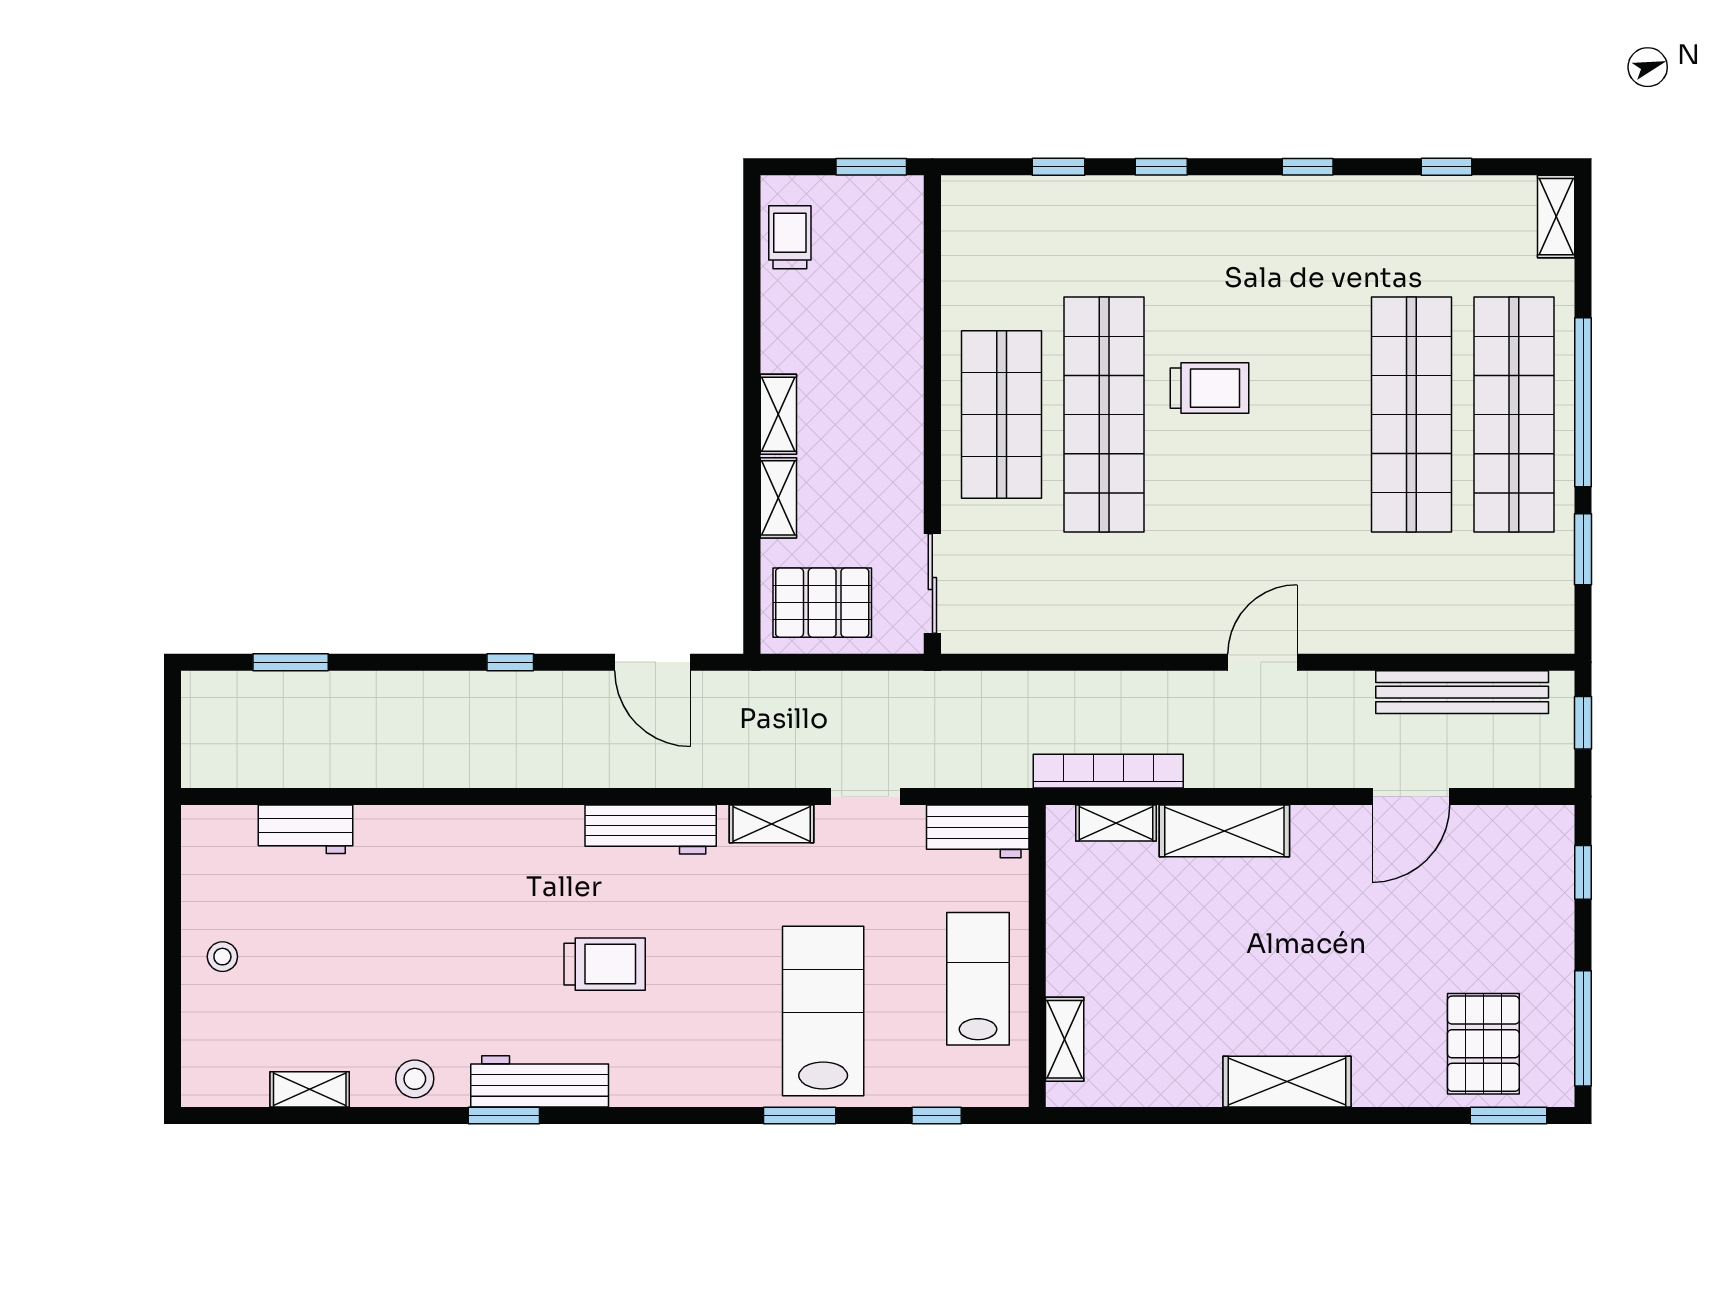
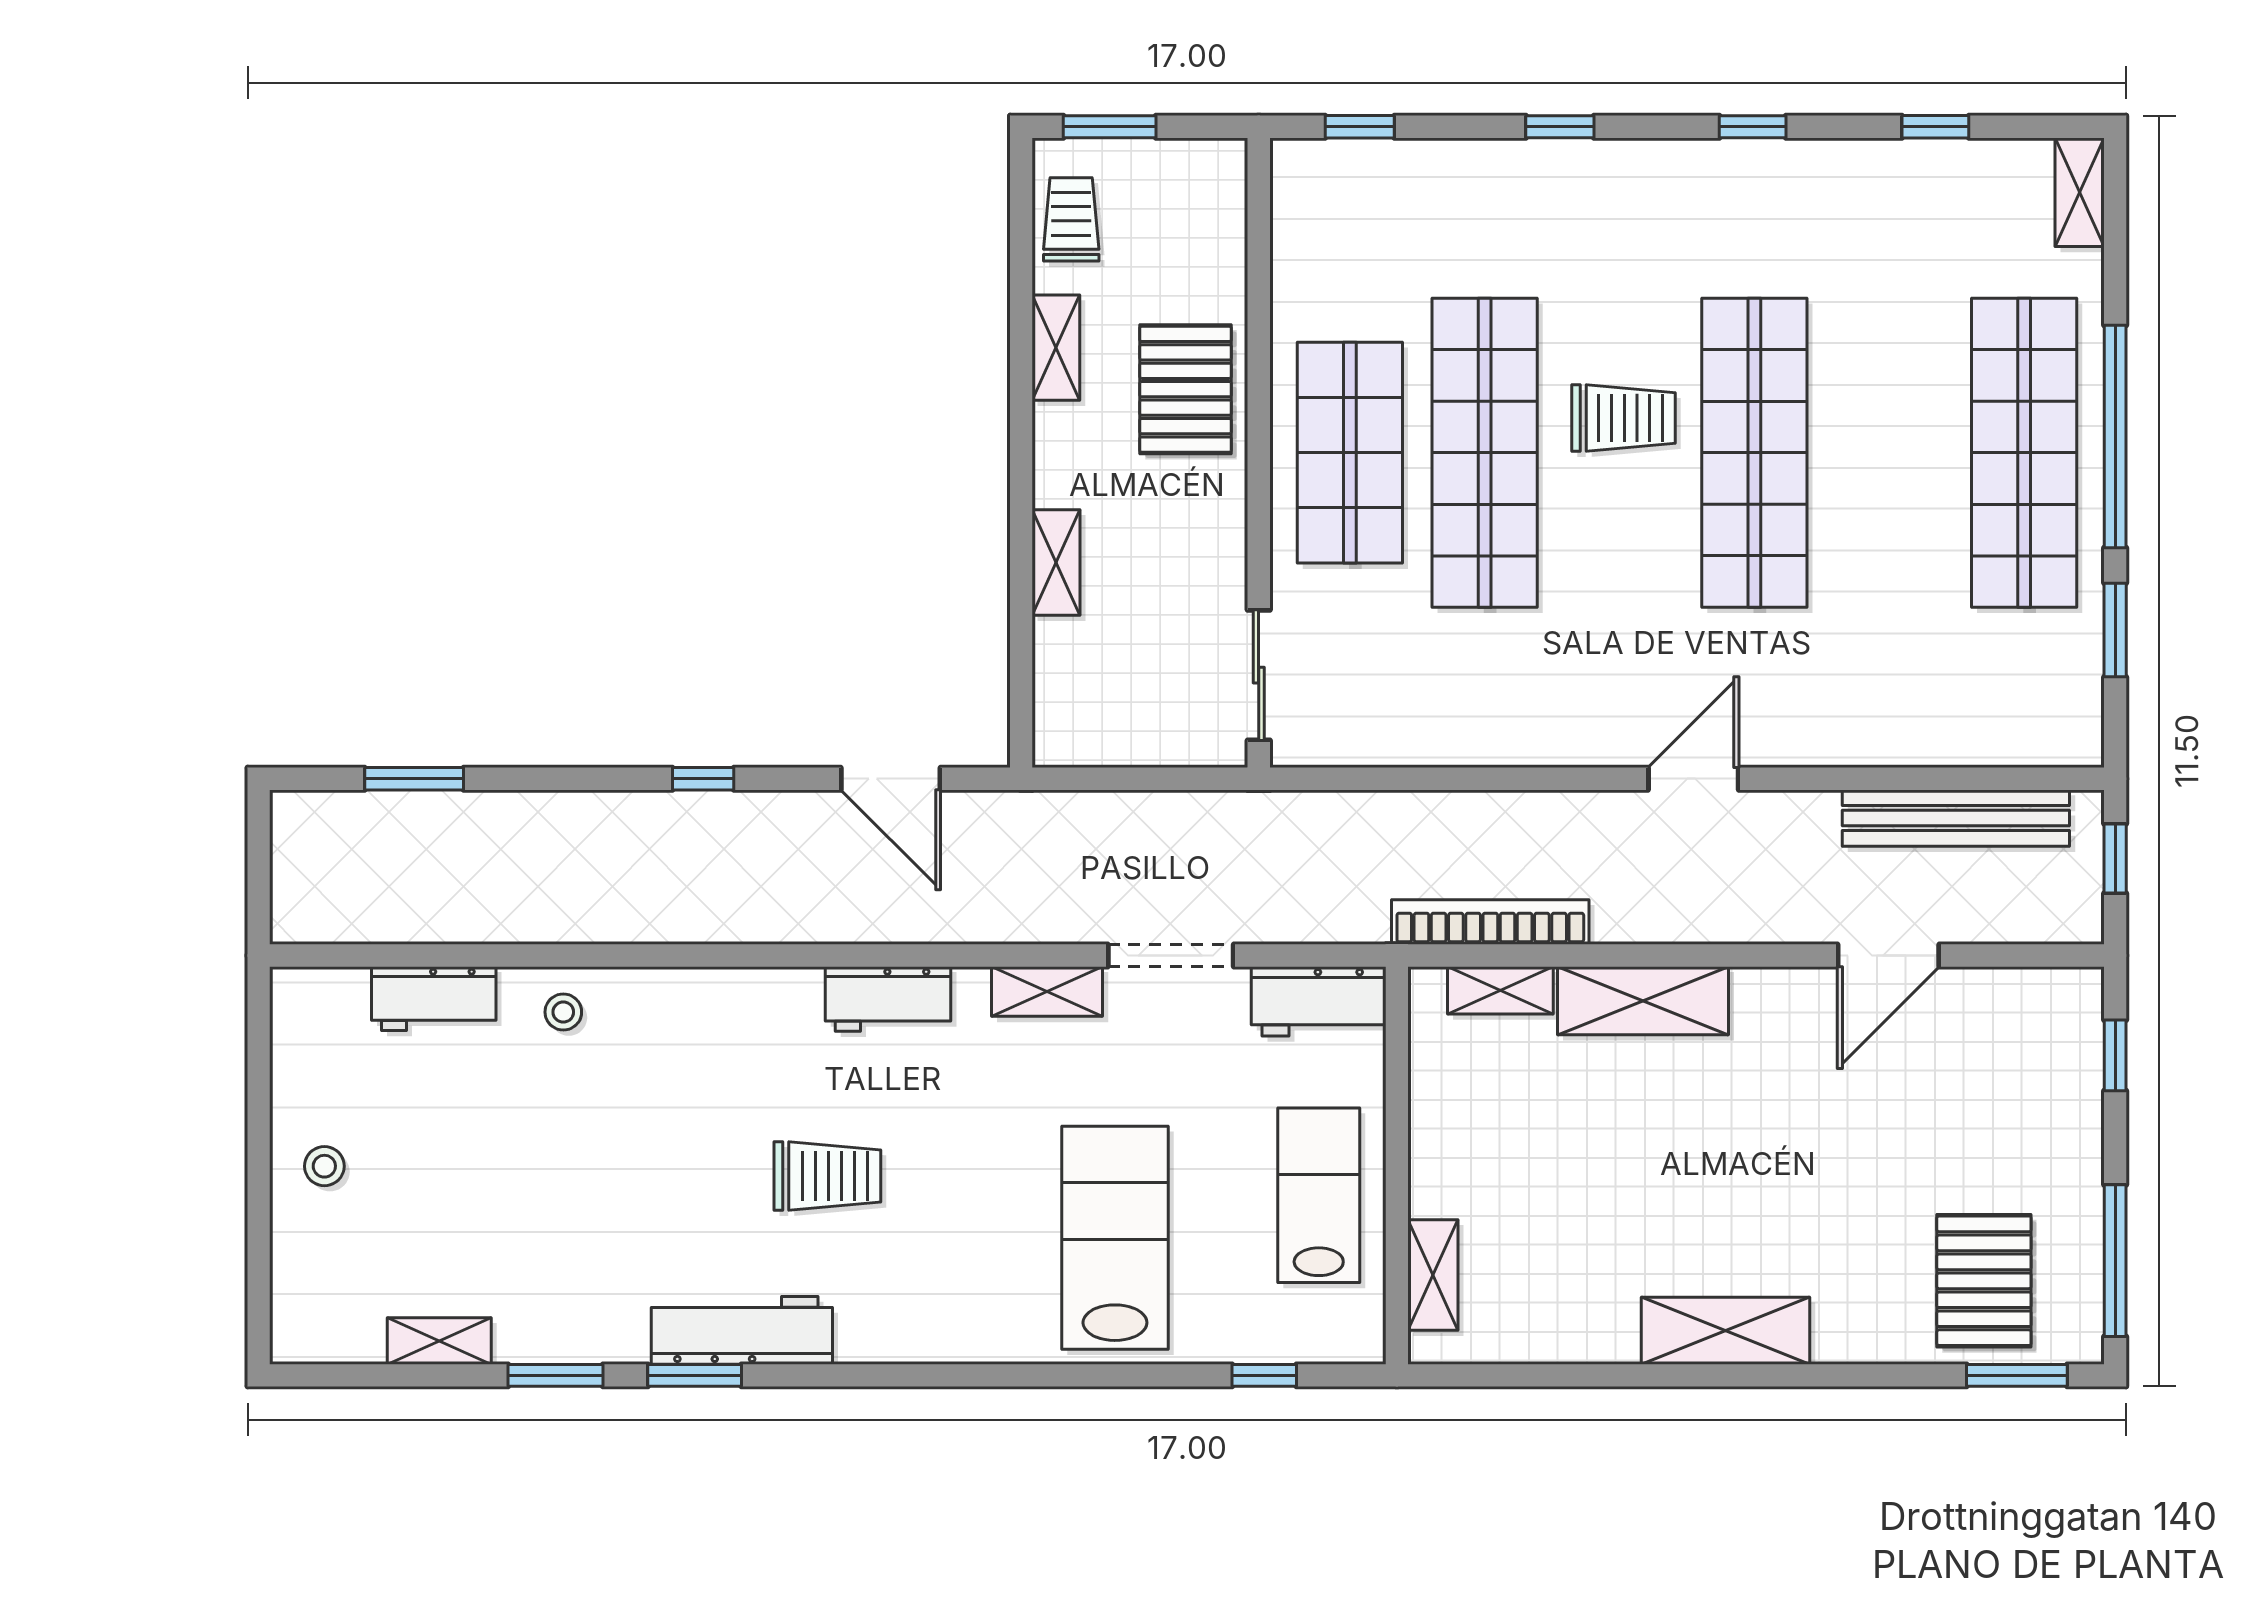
window: (871, 167) -> (1110, 127), moved
window: (1059, 167) -> (1360, 127), moved
shelving: (778, 414) -> (1056, 348), moved
shop shelf: (1411, 415) -> (1754, 453), moved
pallet: (822, 603) -> (1185, 389), moved, turned 90
doorway: (865, 797) -> (1171, 956), width x1.38
workbench: (651, 830) -> (888, 999), width x0.73
stool: (415, 1079) -> (563, 1012), moved, width x0.73, depth x0.73
window: (800, 1116) -> (556, 1375), moved

